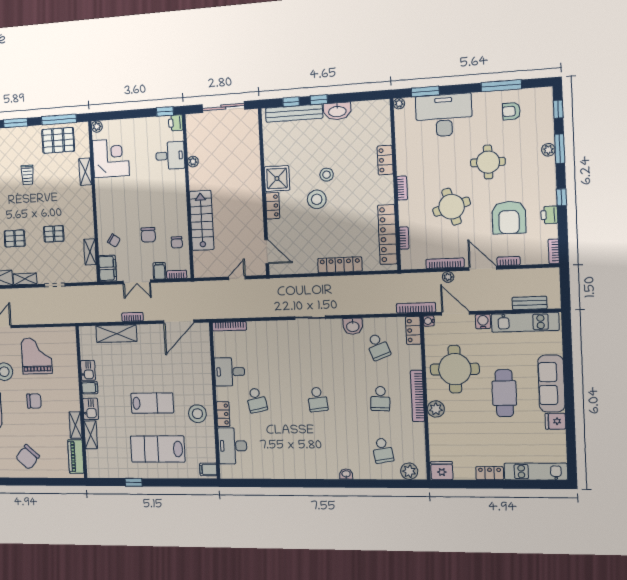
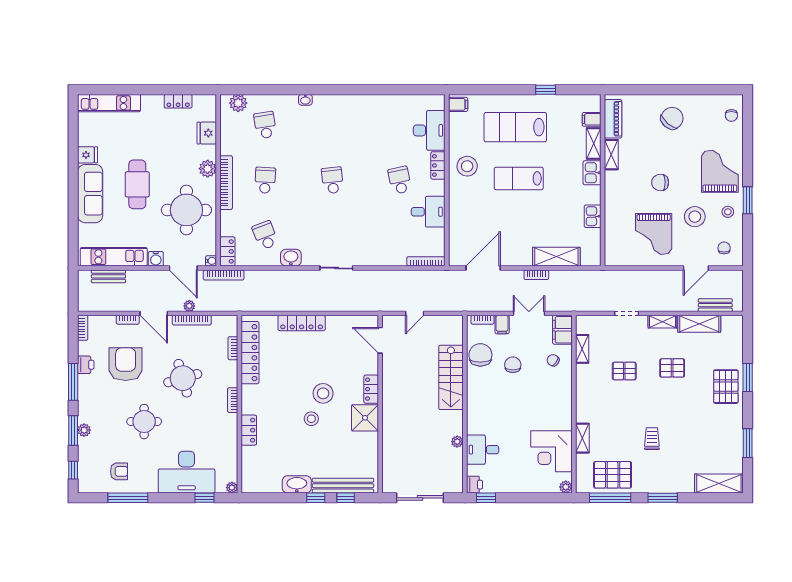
window: (425, 92) -> (204, 498), width x0.67
window: (562, 197) -> (73, 382), width x2.17
chair: (177, 242) -> (480, 355), width x1.87, depth x1.87
filing cabinet: (90, 388) -> (592, 119), moved
lab bench: (158, 449) -> (515, 127), turned 180
fridge: (442, 471) -> (207, 133), moved, turned 90
locker: (490, 473) -> (178, 101), moved

